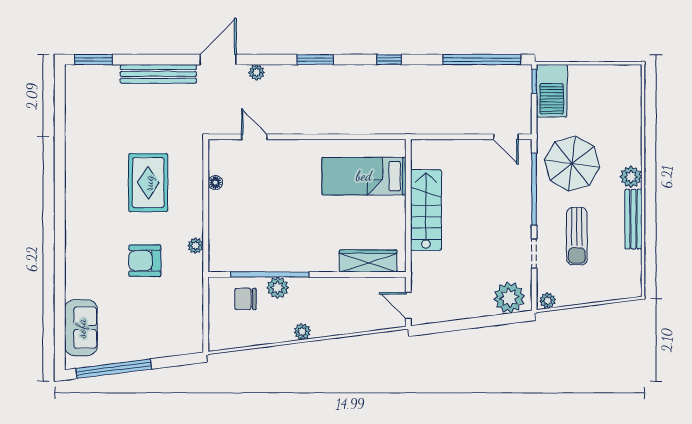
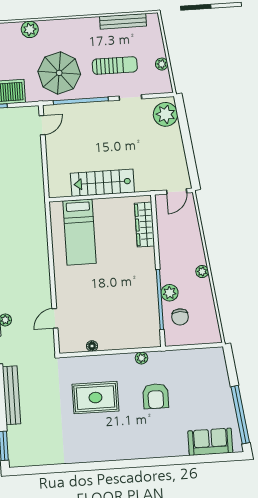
plant: (631, 177) -> (30, 29), moved
bench: (633, 219) -> (123, 21), moved
plant: (548, 301) -> (162, 64), moved

